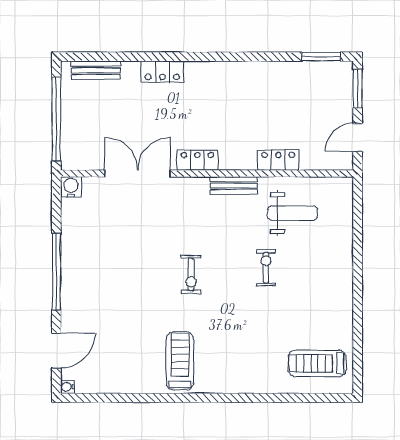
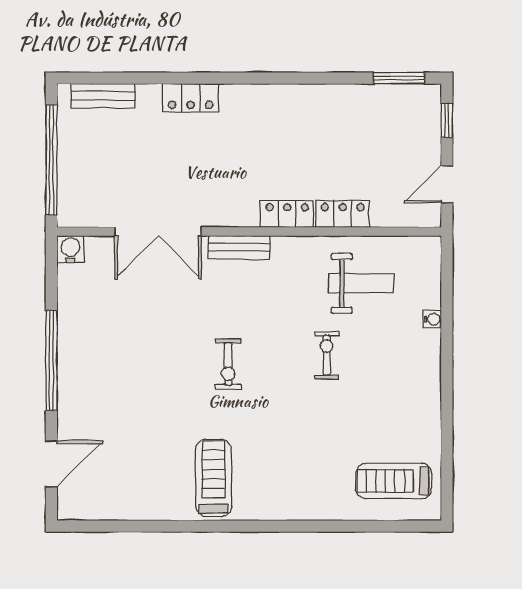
window: (358, 89) -> (447, 120), width x0.67
locker: (197, 160) -> (287, 214), moved
double door: (138, 173) -> (158, 232), swing flipped
bench: (234, 186) -> (239, 247), moved
water cooler: (67, 387) -> (432, 319), moved, turned 180

